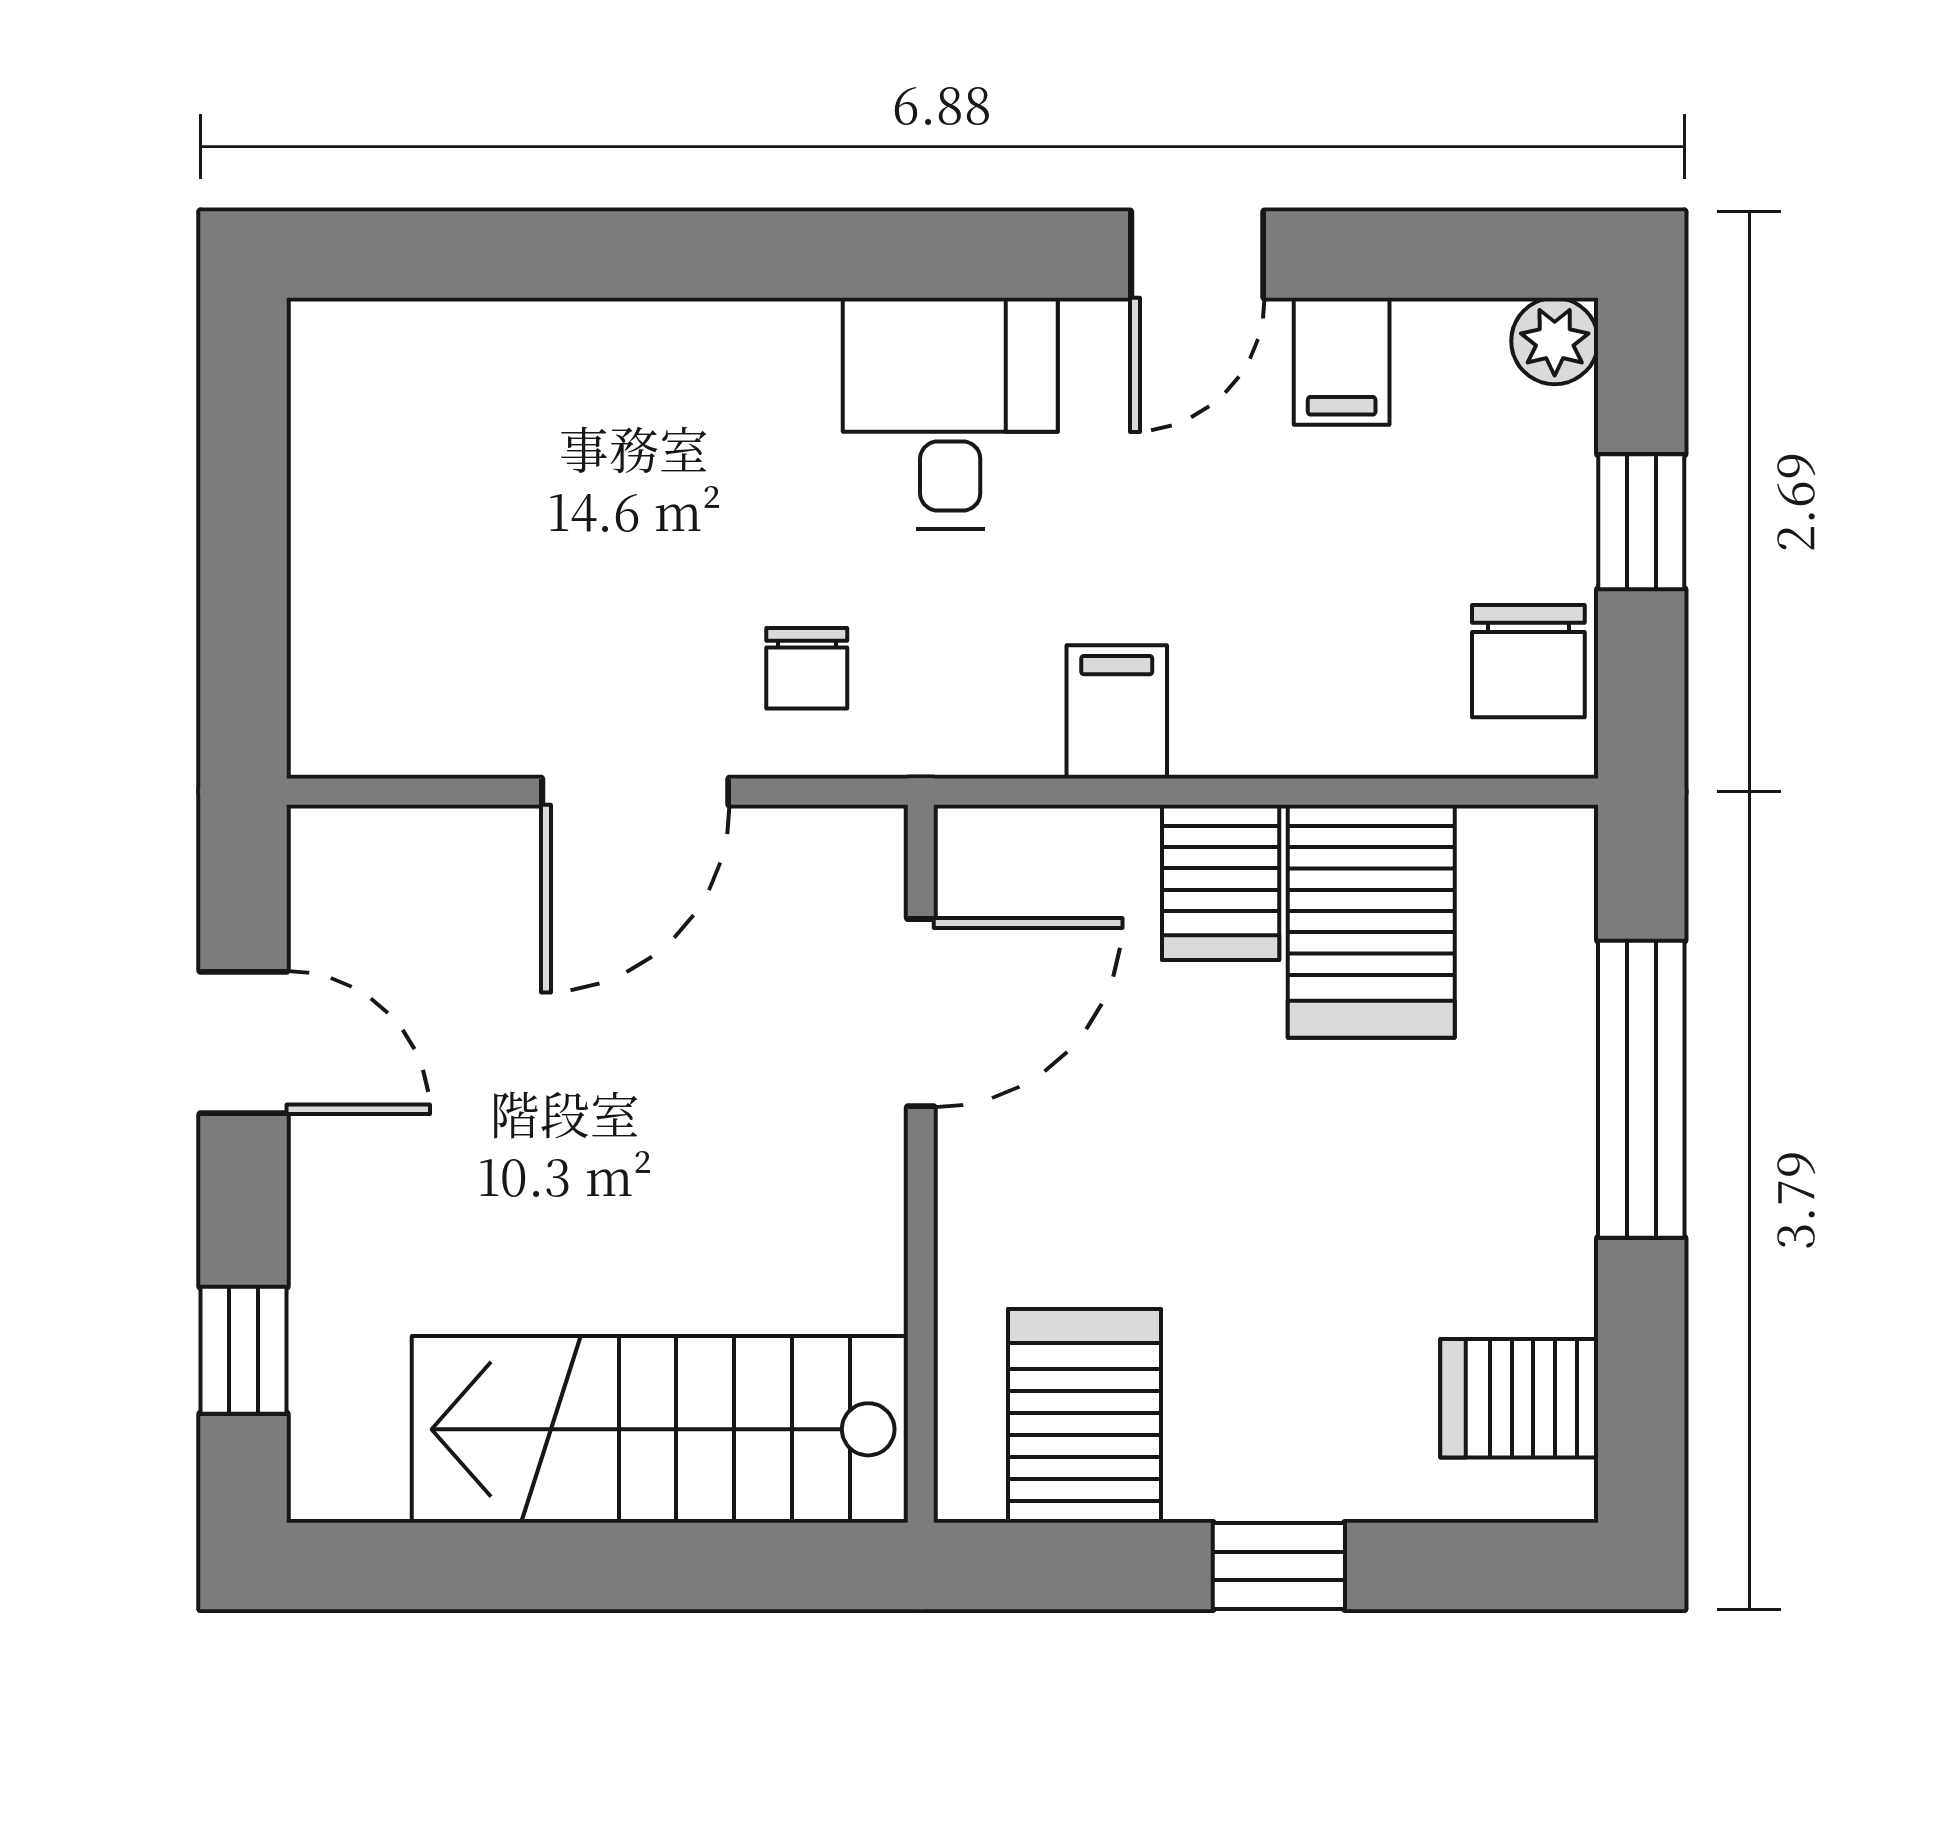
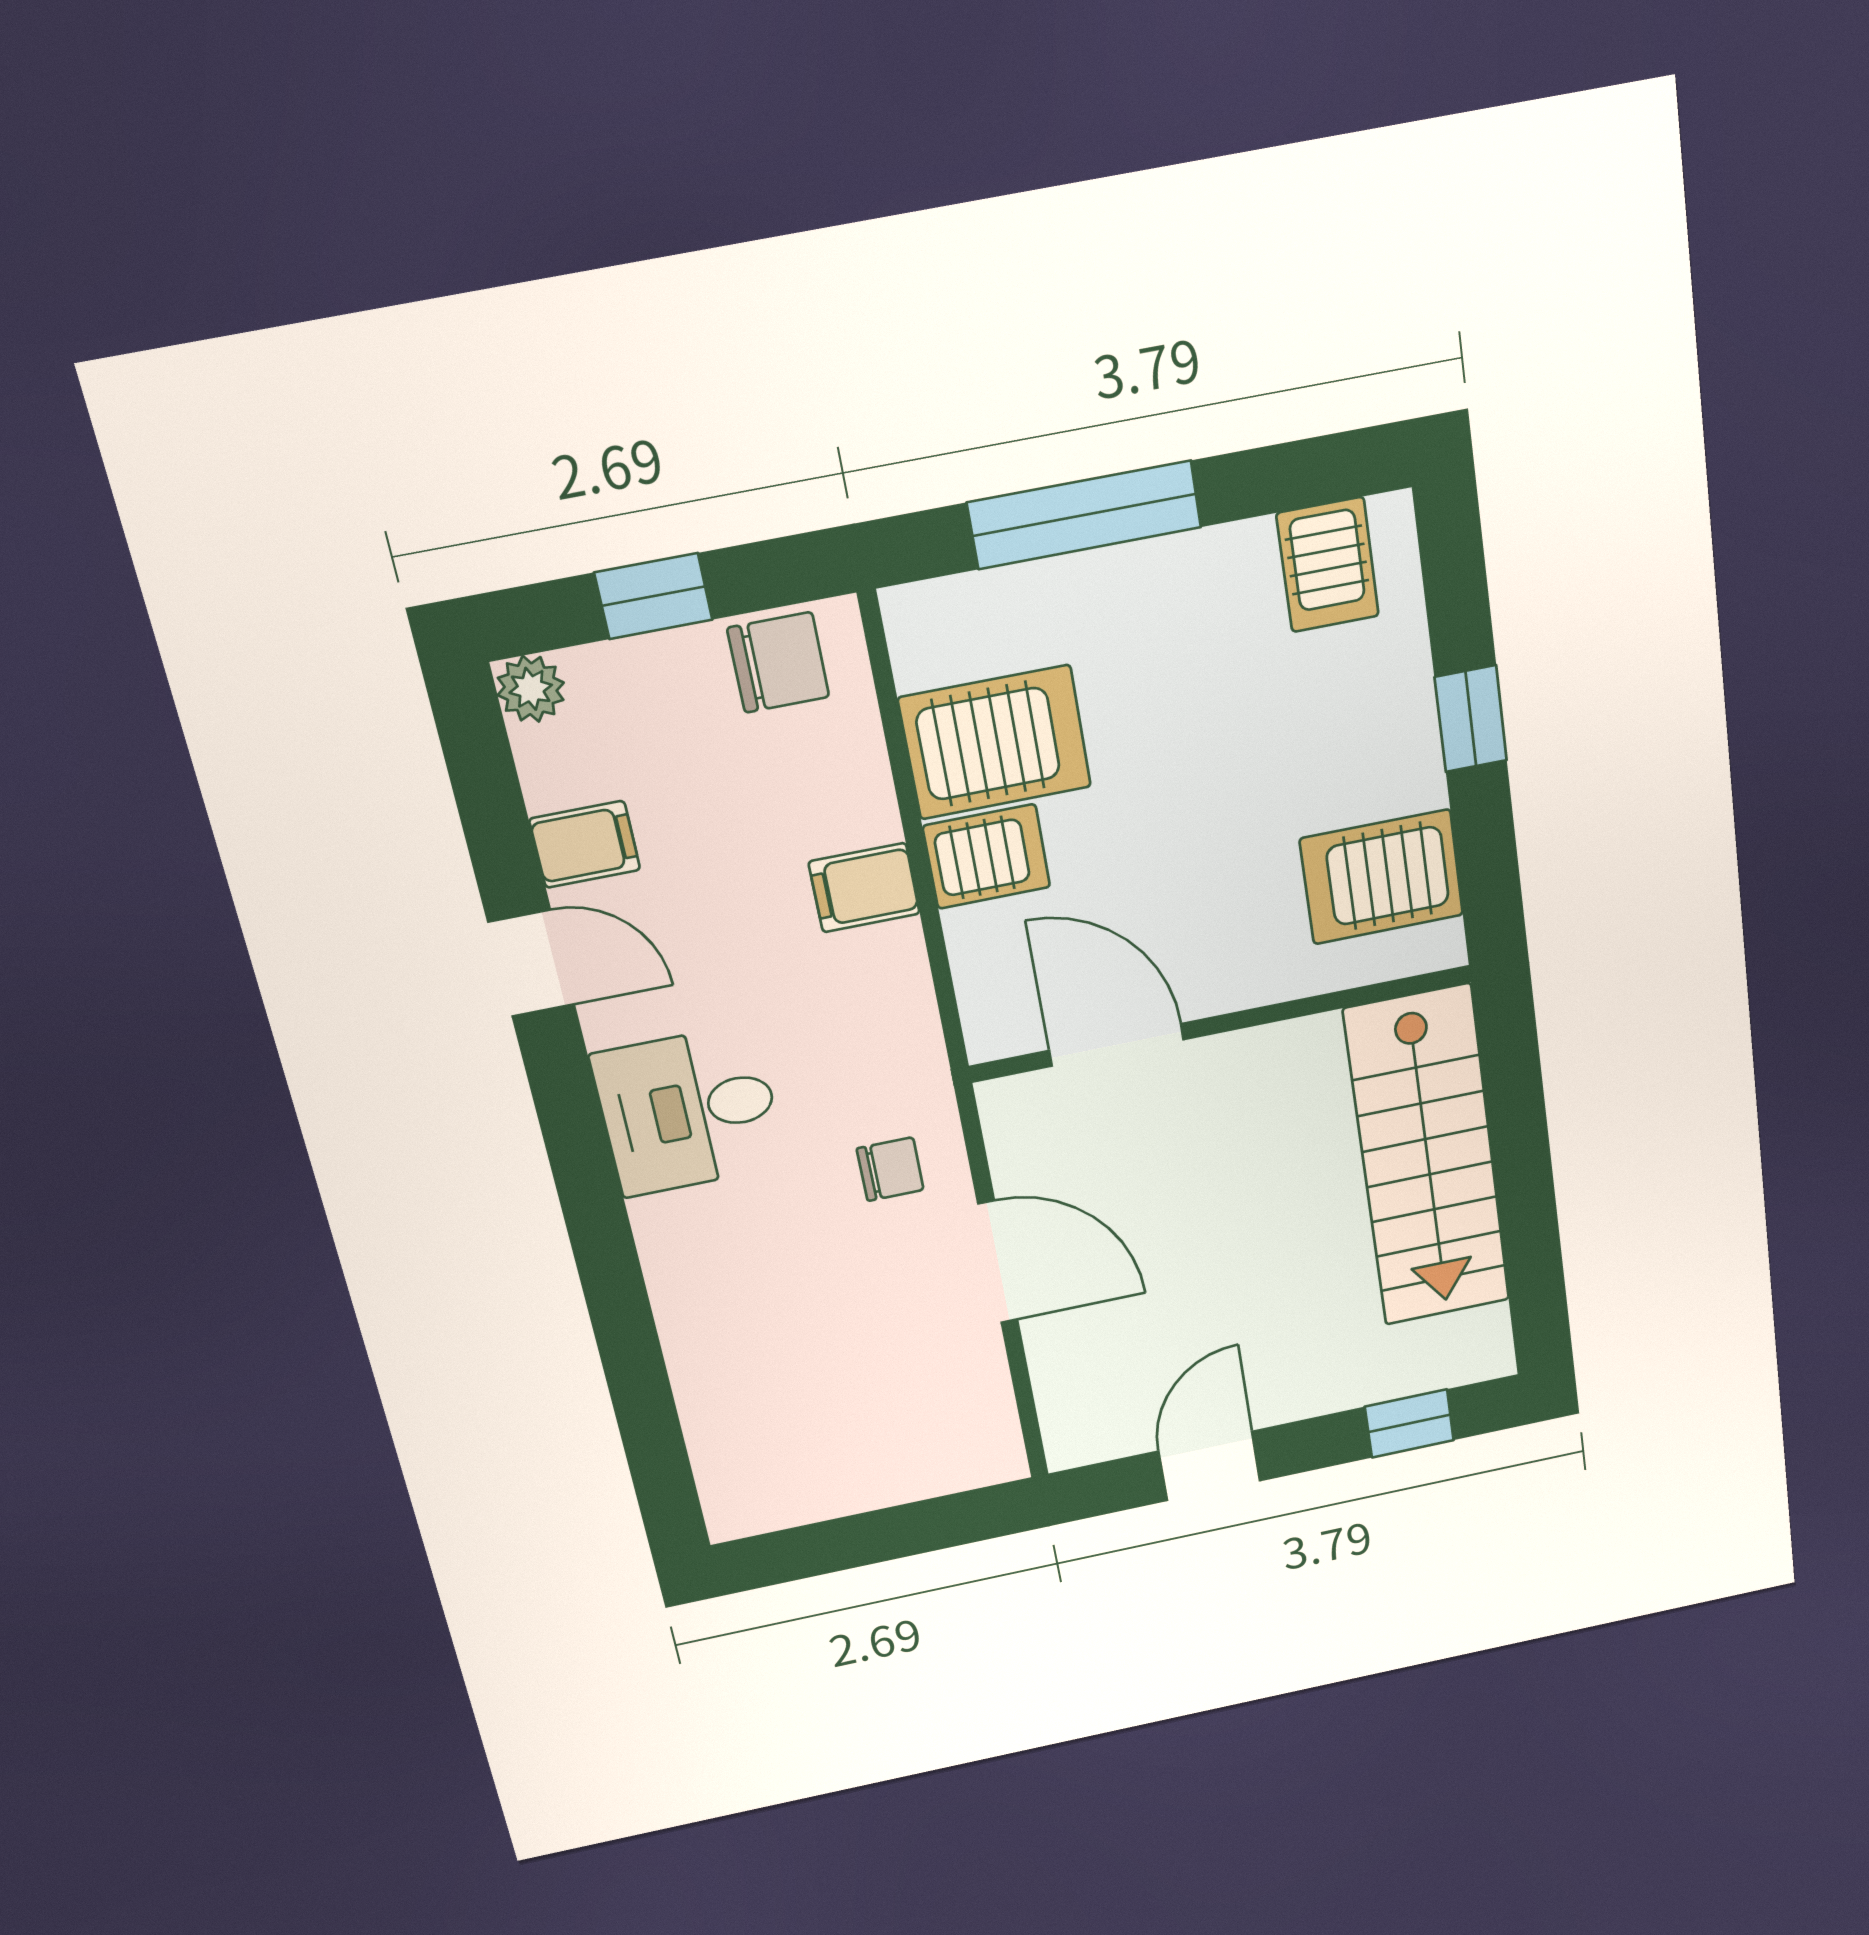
filing cabinet: (1117, 712) -> (864, 888), moved

